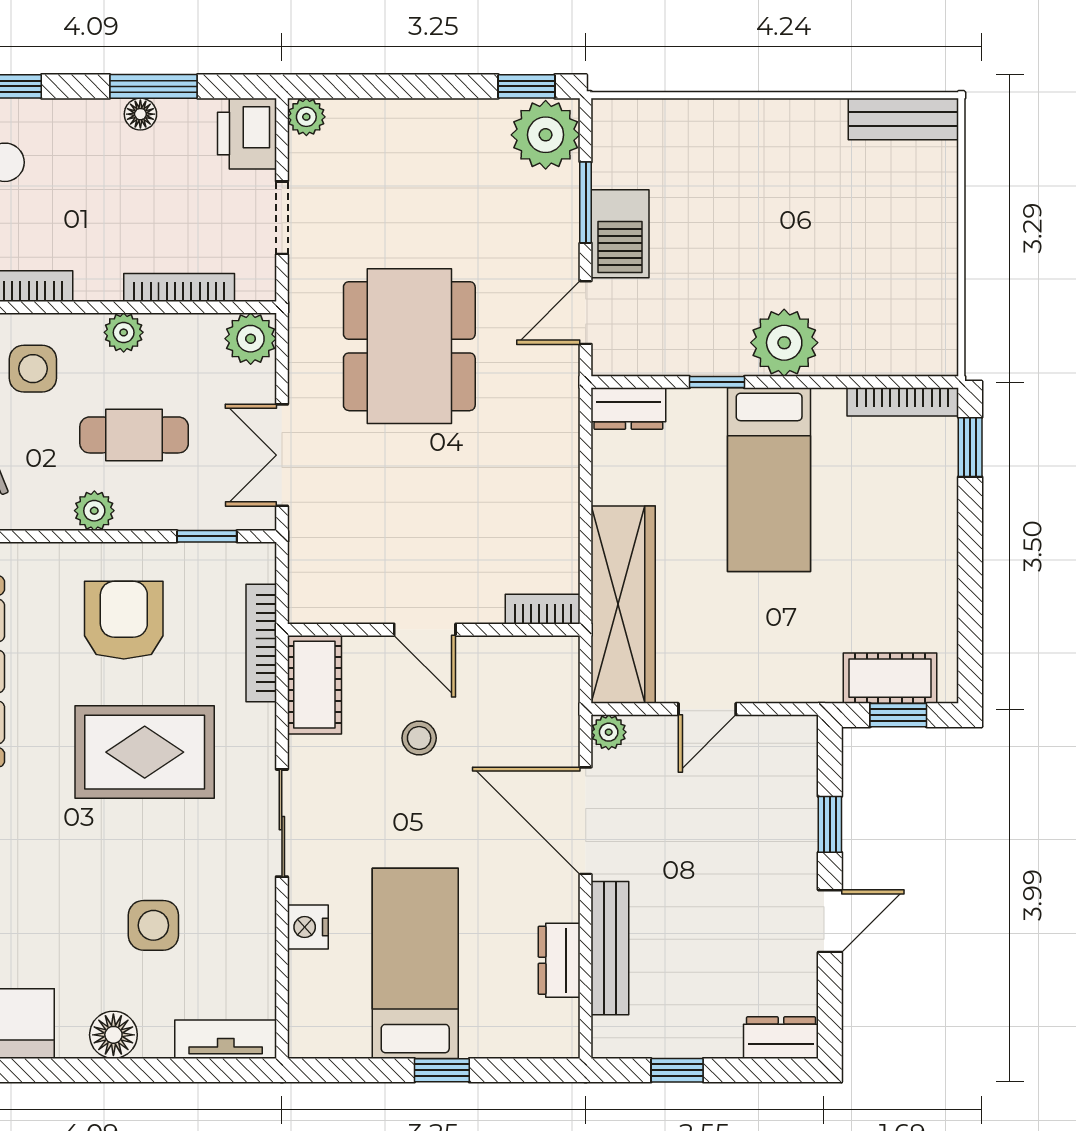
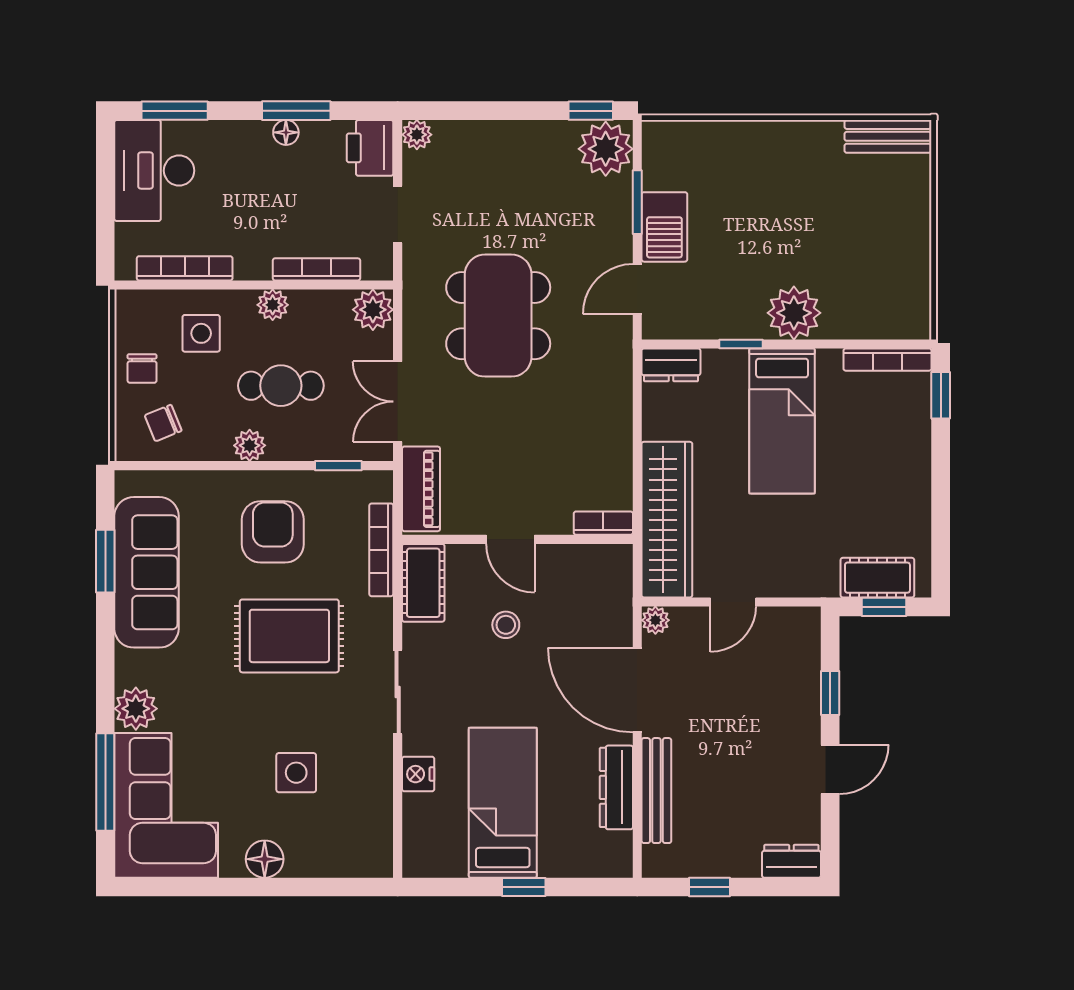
piano: (312, 566) -> (421, 489), added
dresser: (559, 960) -> (616, 787), width x1.44
tv unit: (226, 1039) -> (353, 863), removed

